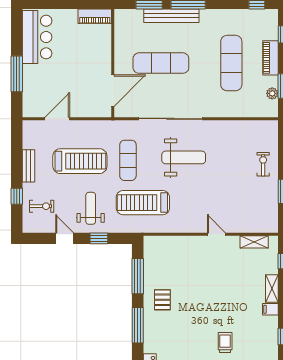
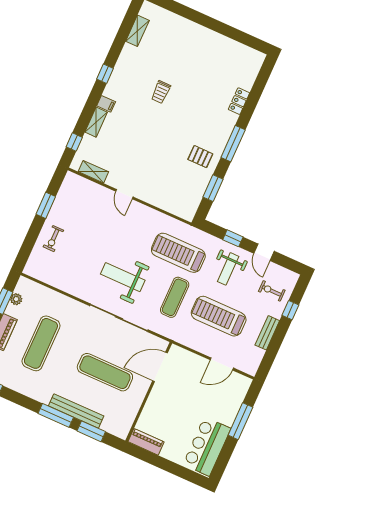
treadmill: (143, 203) -> (178, 253), turned 180
window: (138, 276) -> (213, 188), width x0.69
pallet: (162, 300) -> (200, 157), turned 90

